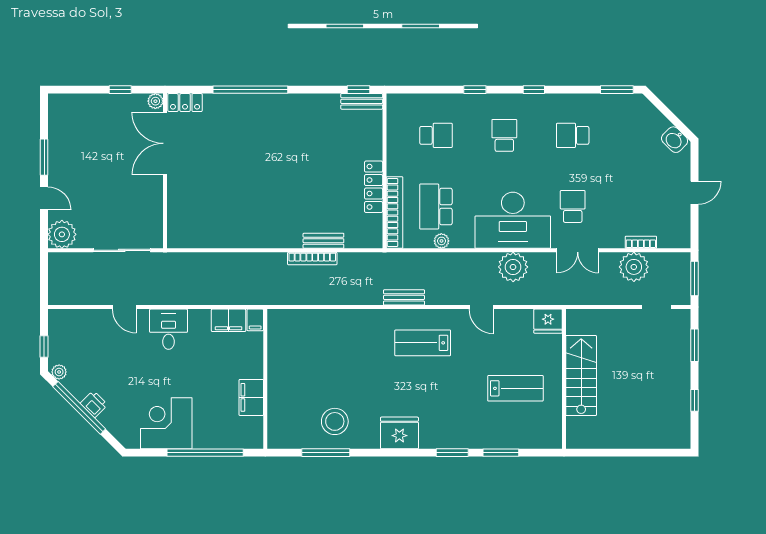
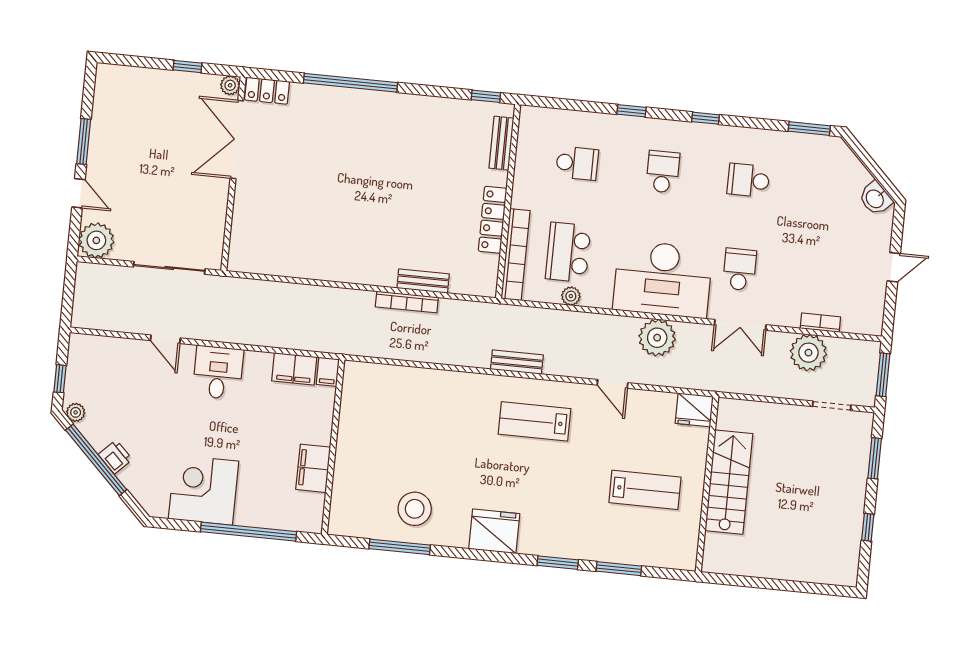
bench: (362, 101) -> (501, 143), moved, turned 90

